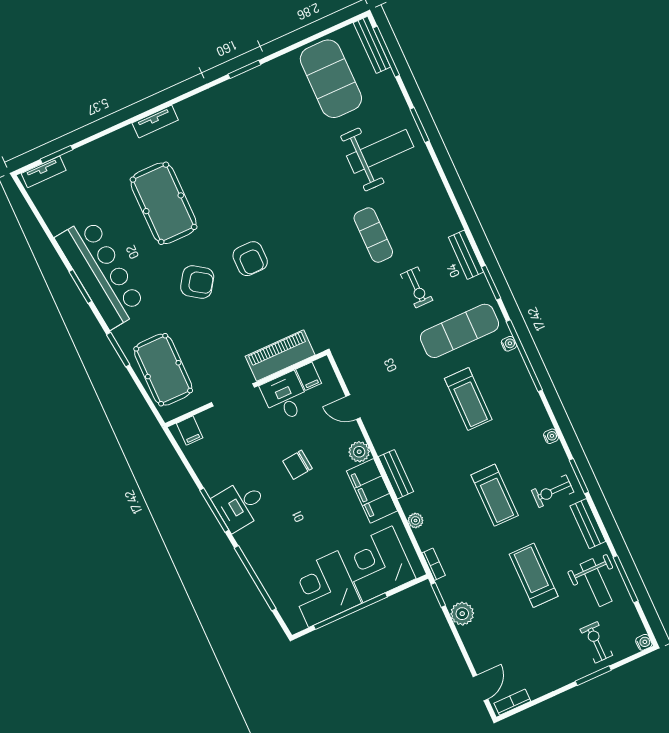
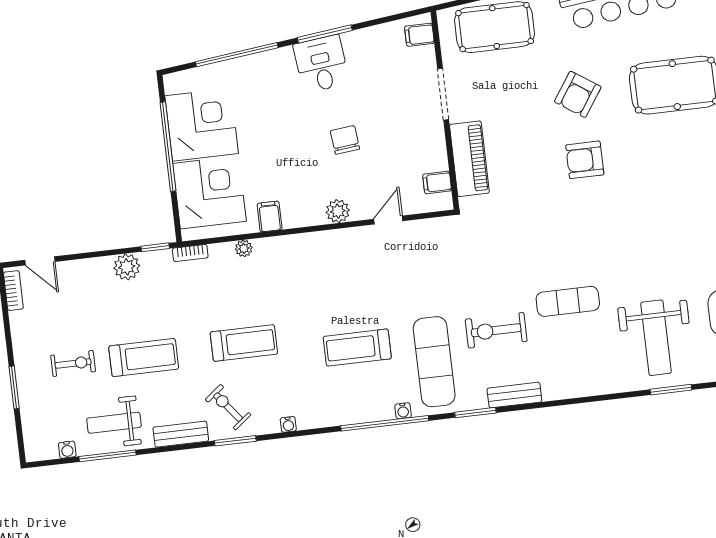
exercise bike: (417, 287) -> (496, 330), width x1.38, depth x1.39
desk: (285, 397) -> (423, 150), removed
bench: (396, 474) -> (301, 243), removed
filing cabinet: (372, 491) -> (270, 216), width x0.33, depth x0.86
exercise bike: (553, 491) -> (228, 407), turned -38
treadmill: (495, 495) -> (244, 343), turned 180
exercise bike: (596, 642) -> (73, 363), moved
water cooler: (644, 642) -> (67, 450), moved

